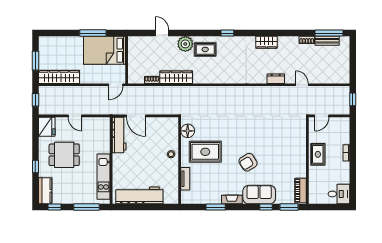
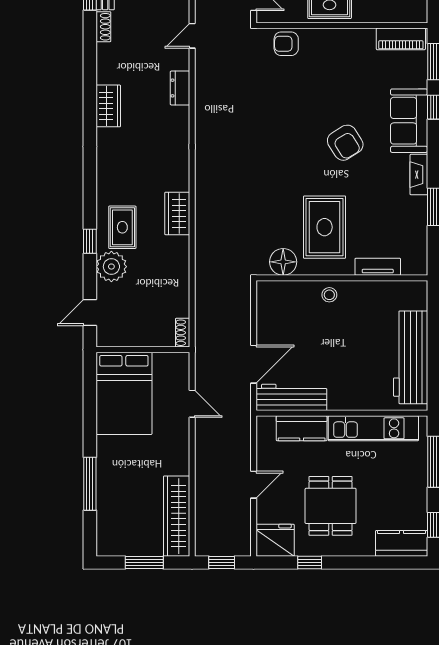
window: (93, 33) -> (90, 484), moved
window: (227, 33) -> (90, 241), moved
bed: (105, 50) -> (124, 393), moved
wall: (127, 60) -> (143, 350), moved
wardrobe: (176, 77) -> (177, 213), moved, width x0.67
armchair: (298, 132) -> (286, 44), added
kitchen counter: (103, 140) -> (302, 428), added
window: (35, 167) -> (310, 563), moved

